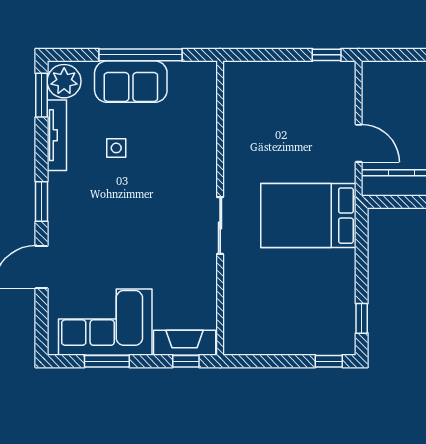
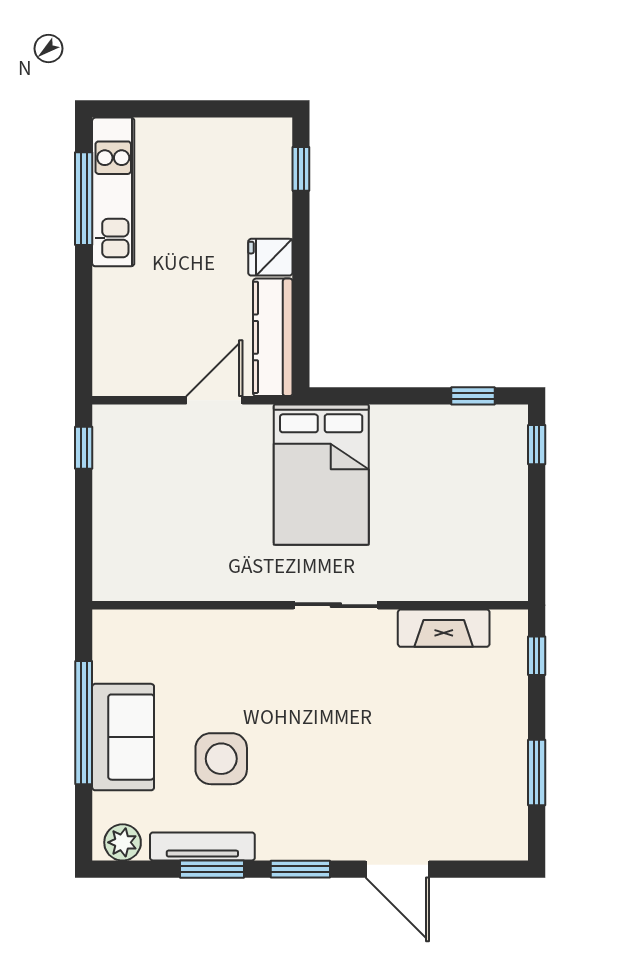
plant: (64, 81) -> (123, 842), width x0.73, depth x0.73
window: (41, 95) -> (212, 869), moved
side table: (116, 148) -> (221, 759), width x1.87, depth x1.87
corner sofa: (105, 322) -> (479, 775), removed
fireplace: (185, 343) -> (444, 628), moved, turned -90

